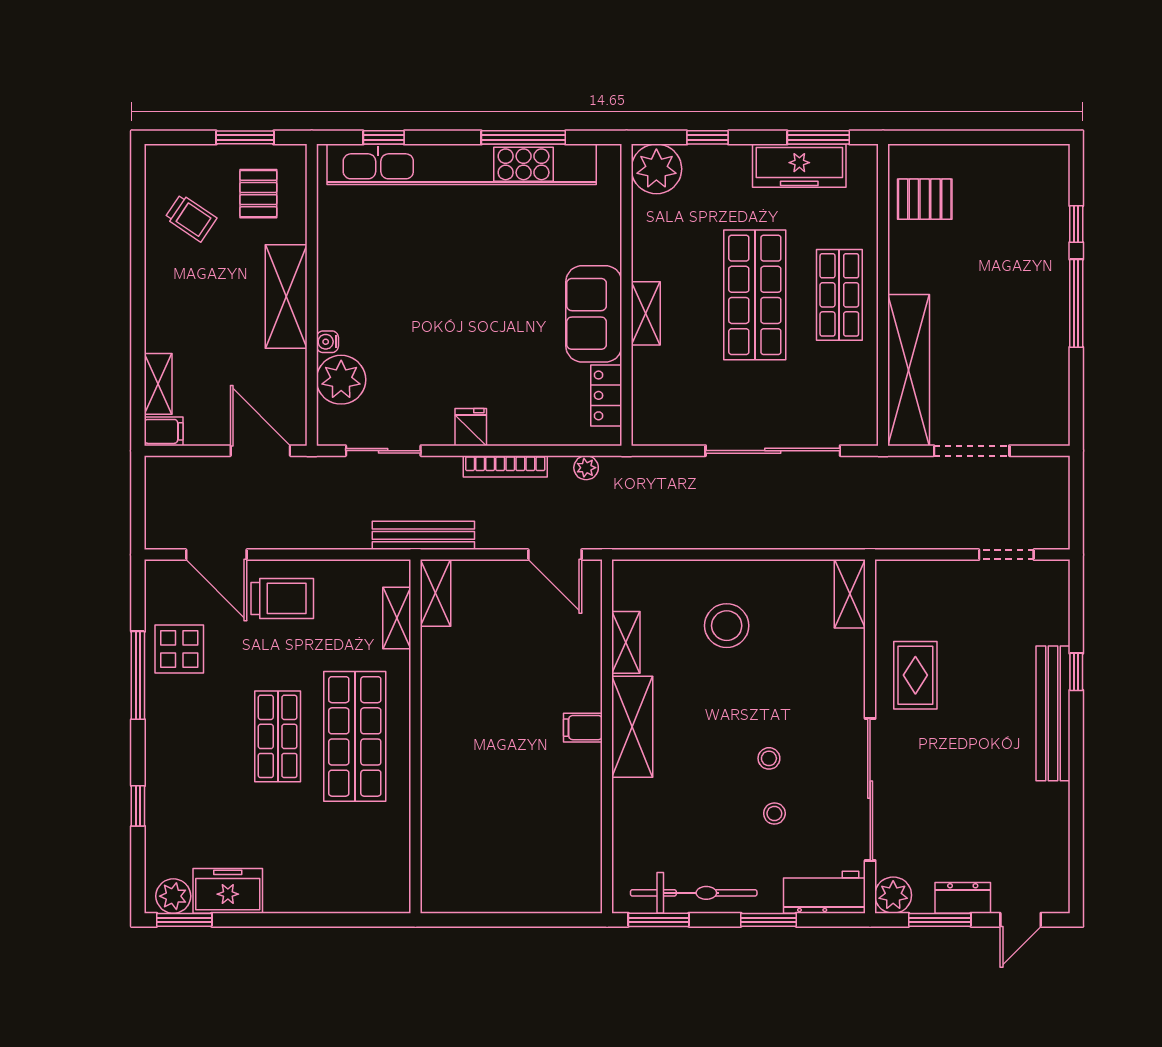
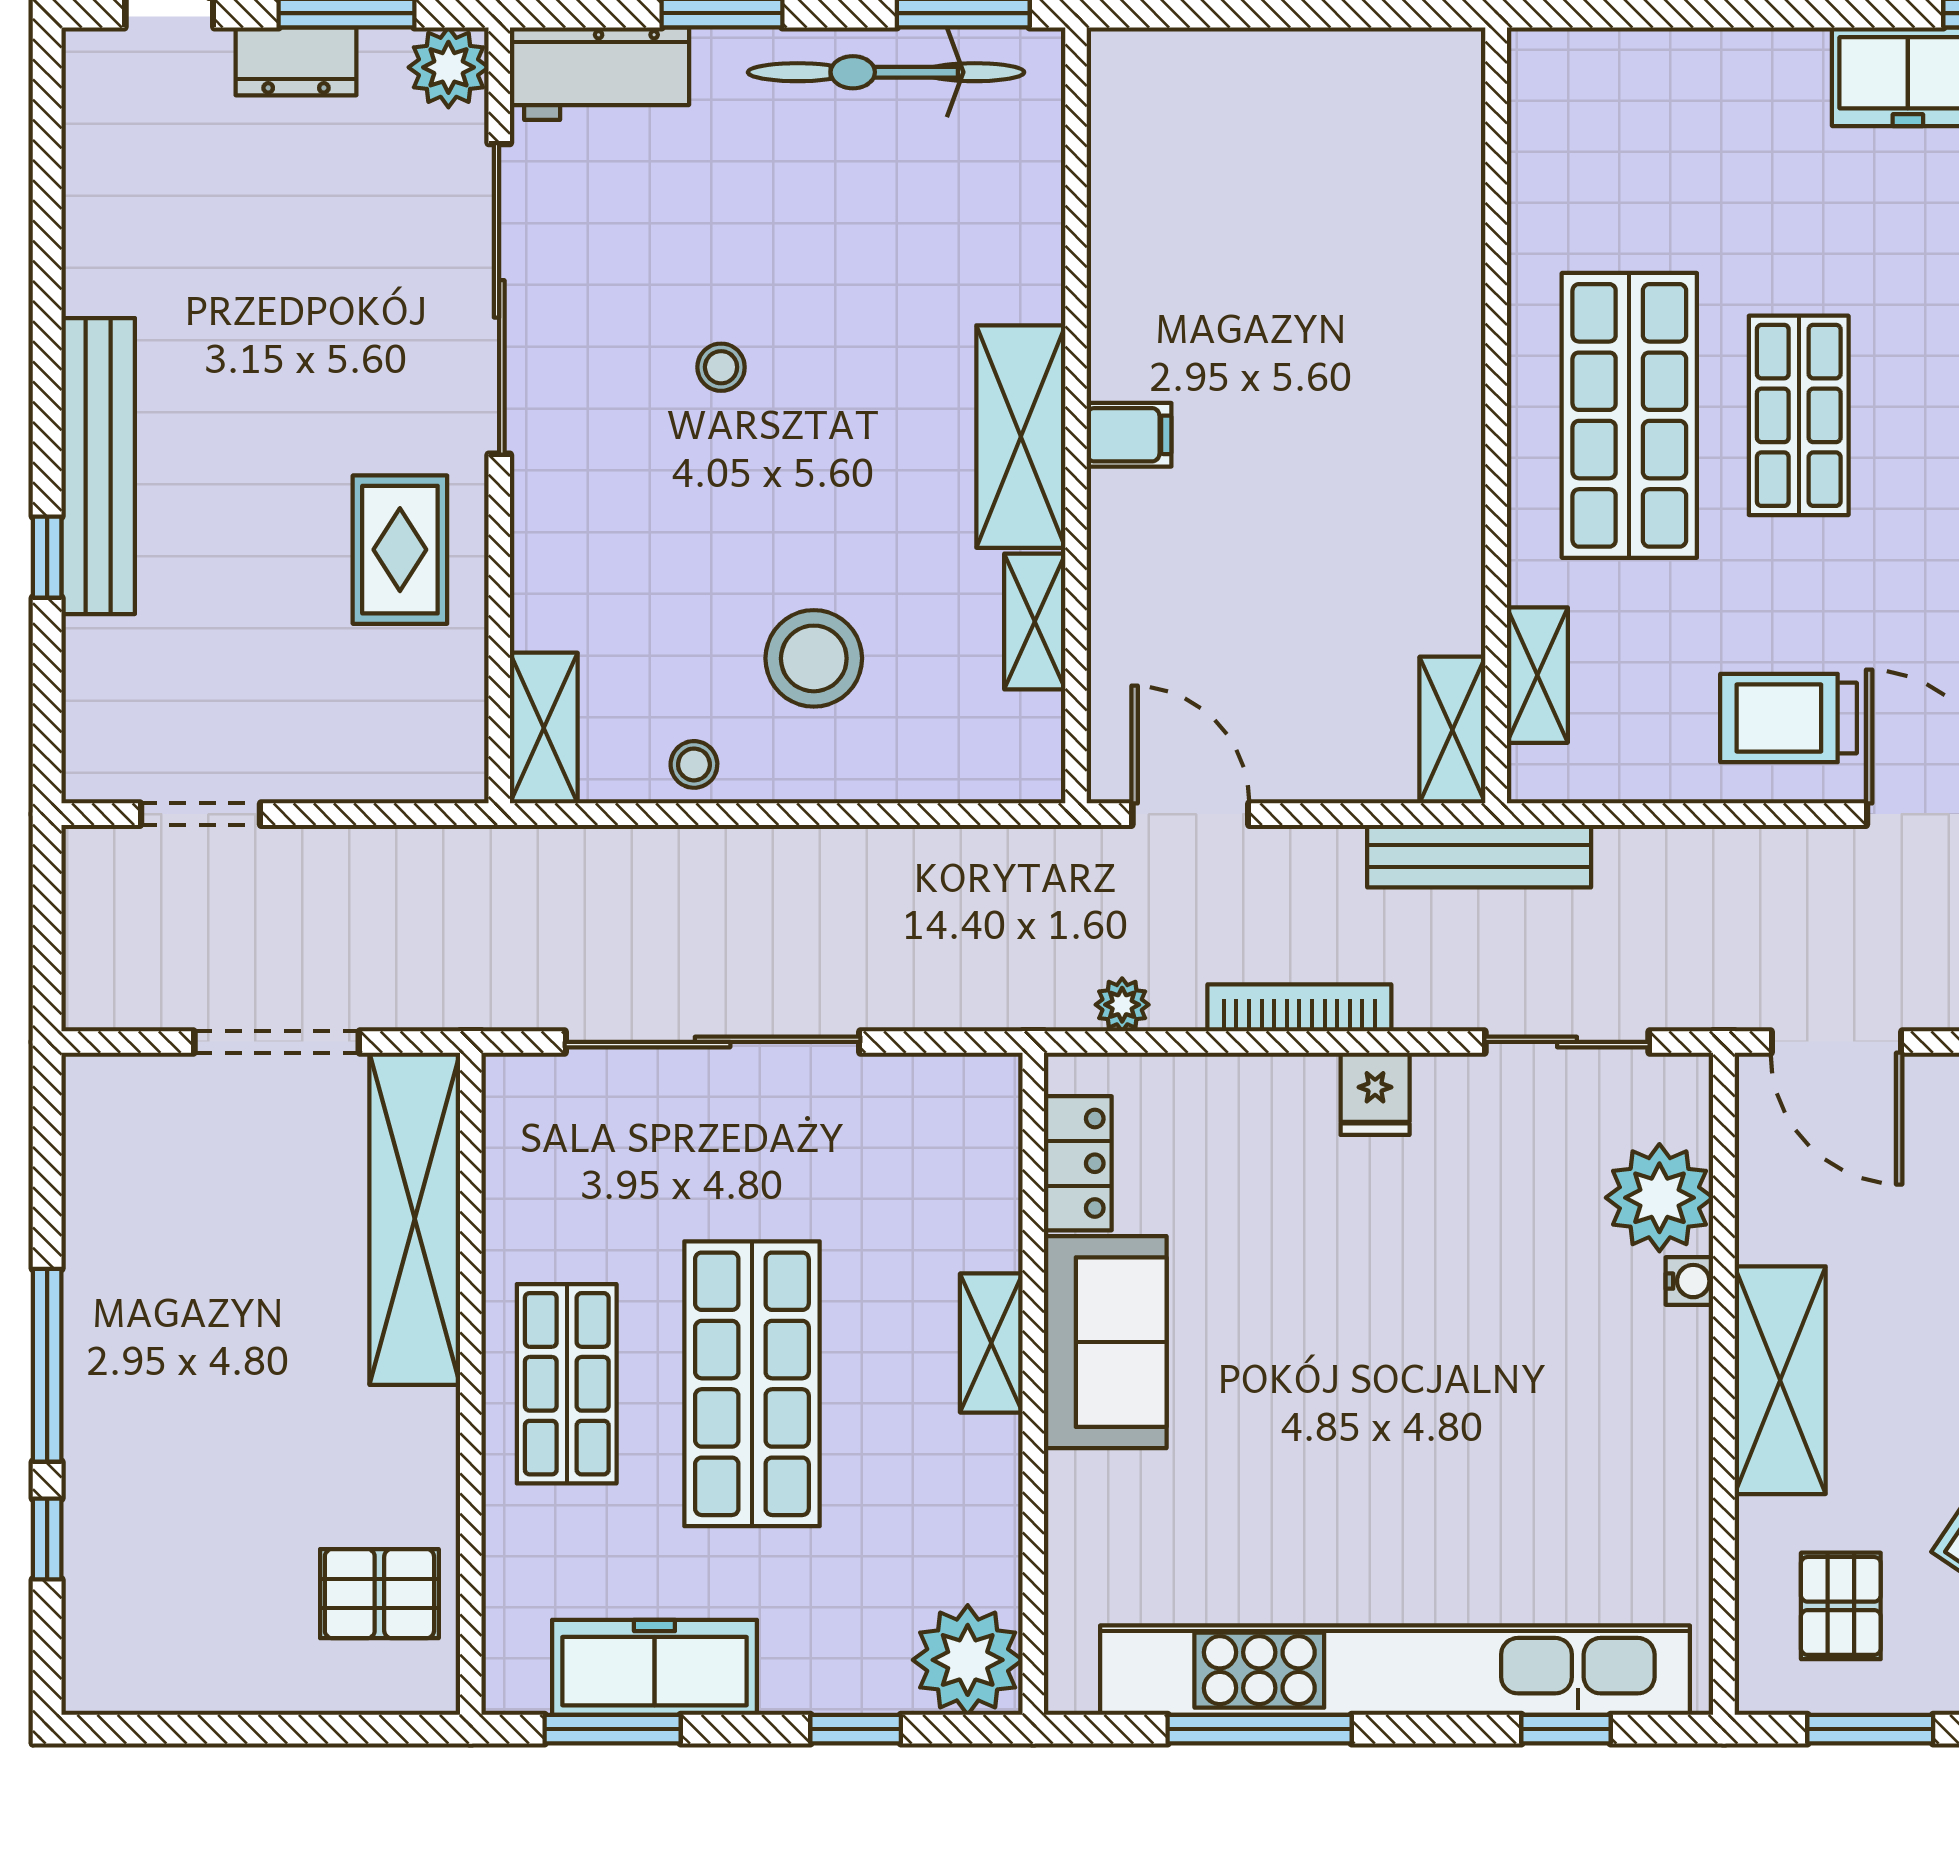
stool: (774, 813) -> (694, 764), moved

